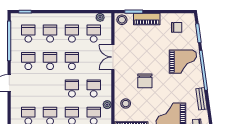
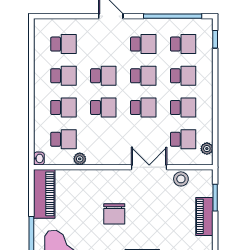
stool: (122, 20) -> (181, 179), moved
chair: (145, 81) -> (114, 214), turned -90
school desk: (94, 88) -> (103, 76), moved
stool: (126, 104) -> (81, 186), removed

